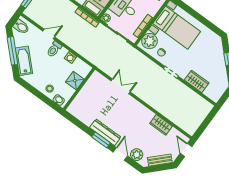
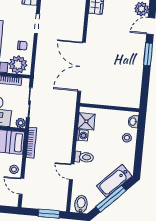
shower: (75, 81) -> (86, 121), moved
double door: (121, 86) -> (82, 67), width x1.87
dresser: (105, 132) -> (138, 55), removed

